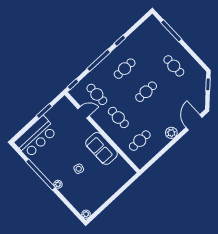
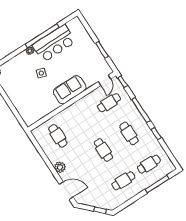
door: (84, 112) -> (105, 80), moved
cafe table: (118, 117) -> (149, 164), moved
bar counter: (36, 137) -> (54, 43), moved, turned -90
sofa: (101, 148) -> (70, 90), moved

